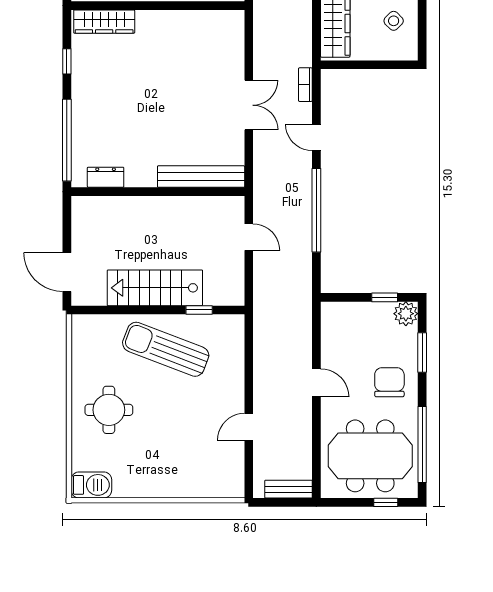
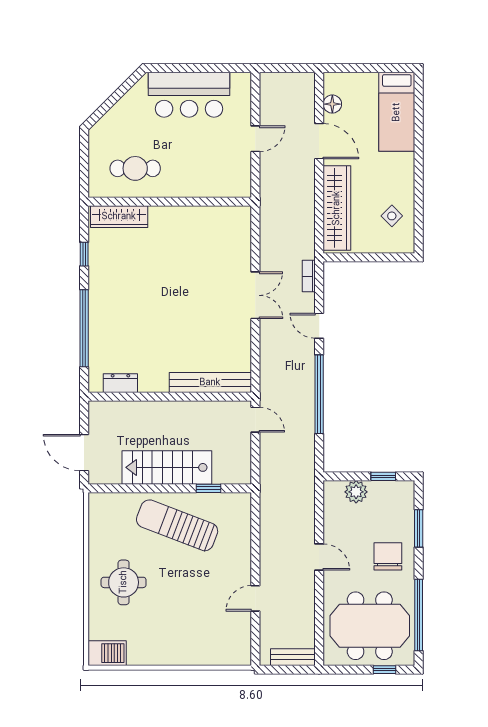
dresser: (106, 177) -> (120, 383), moved
bench: (201, 177) -> (210, 383), moved
wall: (158, 192) -> (170, 397), moved
plant: (406, 314) -> (356, 492), moved

